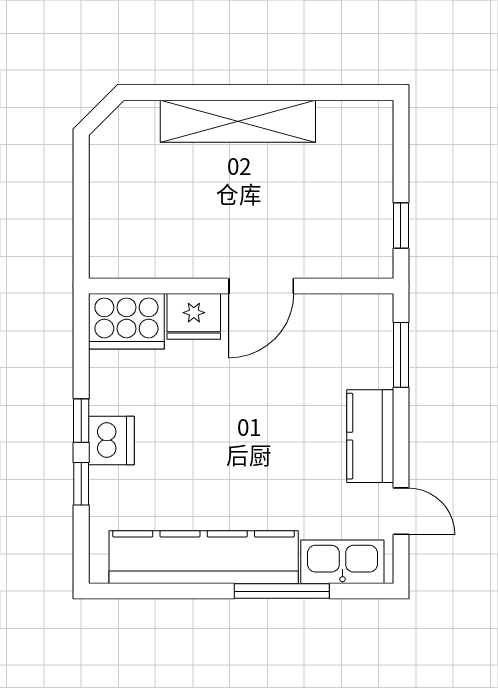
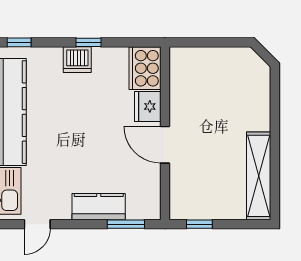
shelving: (238, 121) -> (259, 176), moved
kitchen counter: (370, 436) -> (99, 207), moved
window: (81, 484) -> (19, 42), moved

